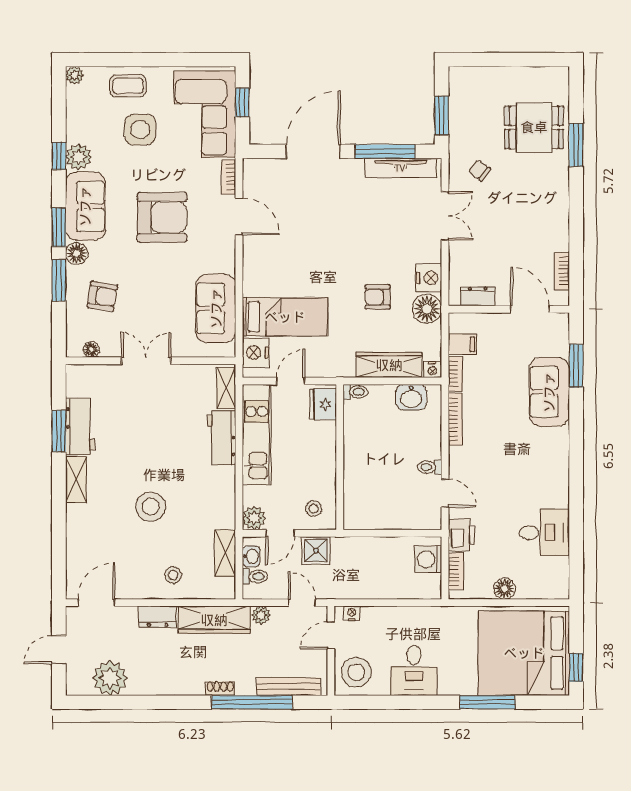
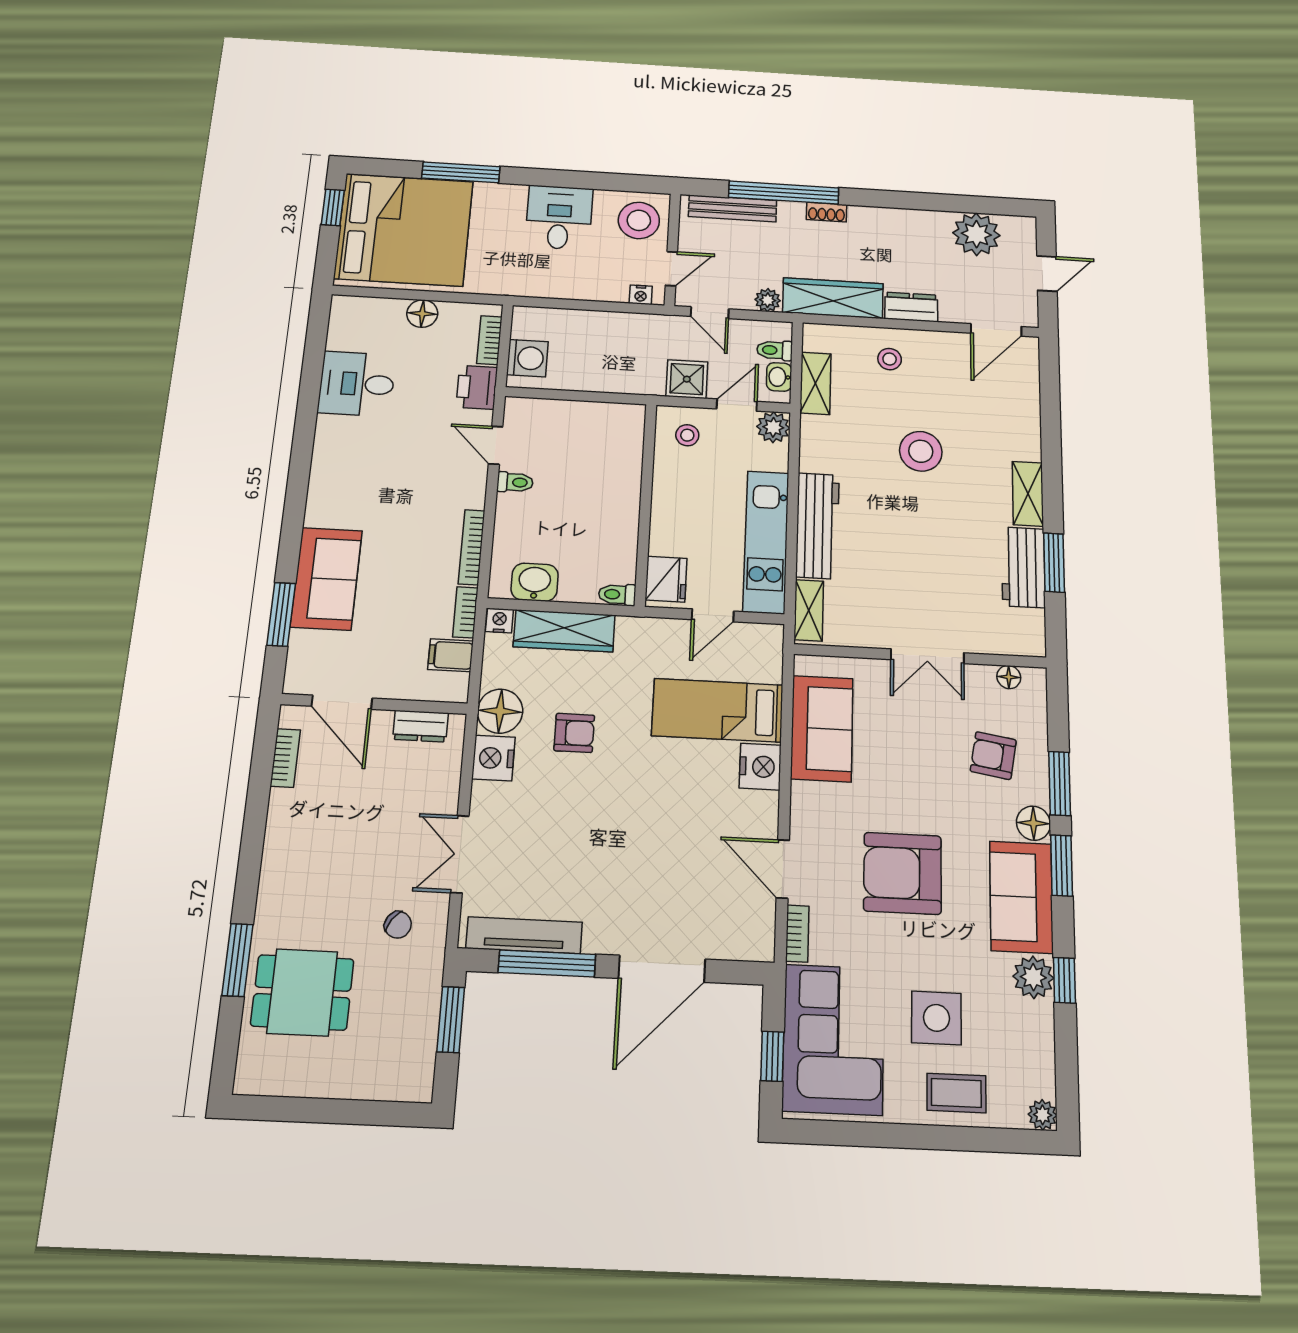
nightstand: (256, 352) -> (760, 767), moved
workbench: (222, 438) -> (818, 526), width x1.38

